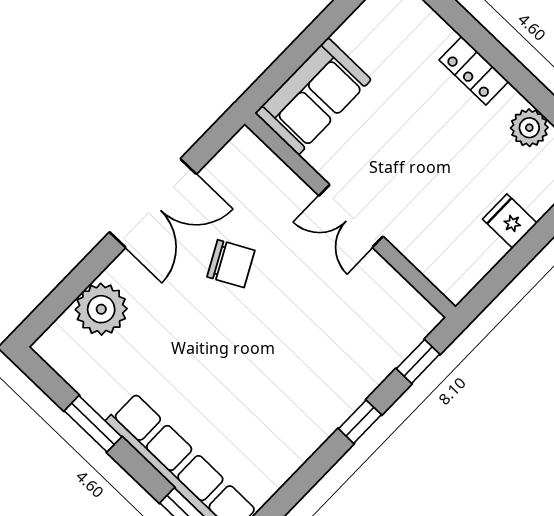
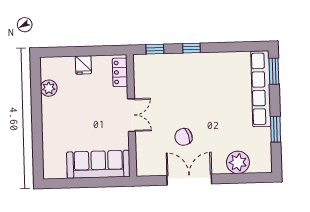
locker: (474, 71) -> (120, 72), moved, turned 180
sofa: (313, 96) -> (98, 164), width x1.36
chair: (231, 264) -> (183, 137), turned -81

